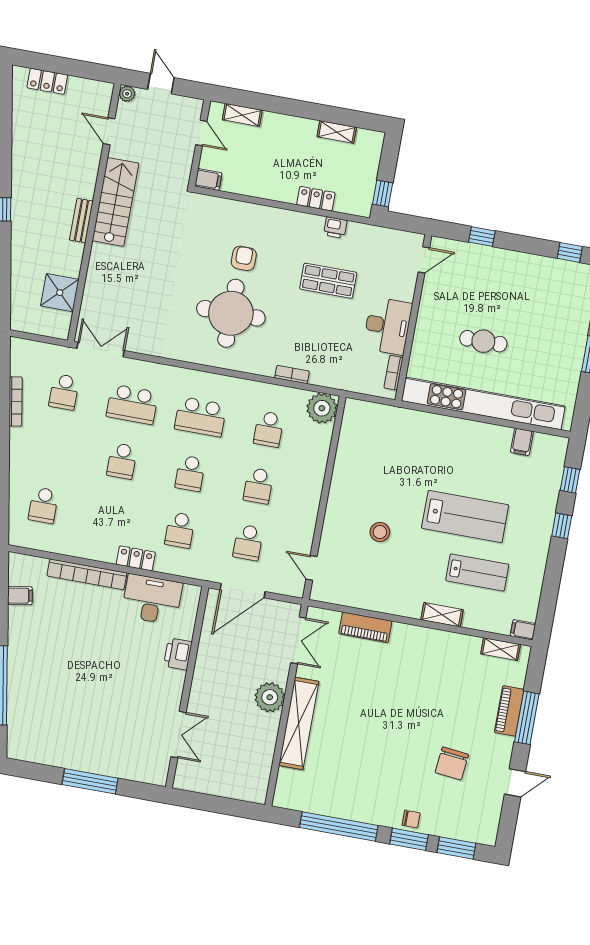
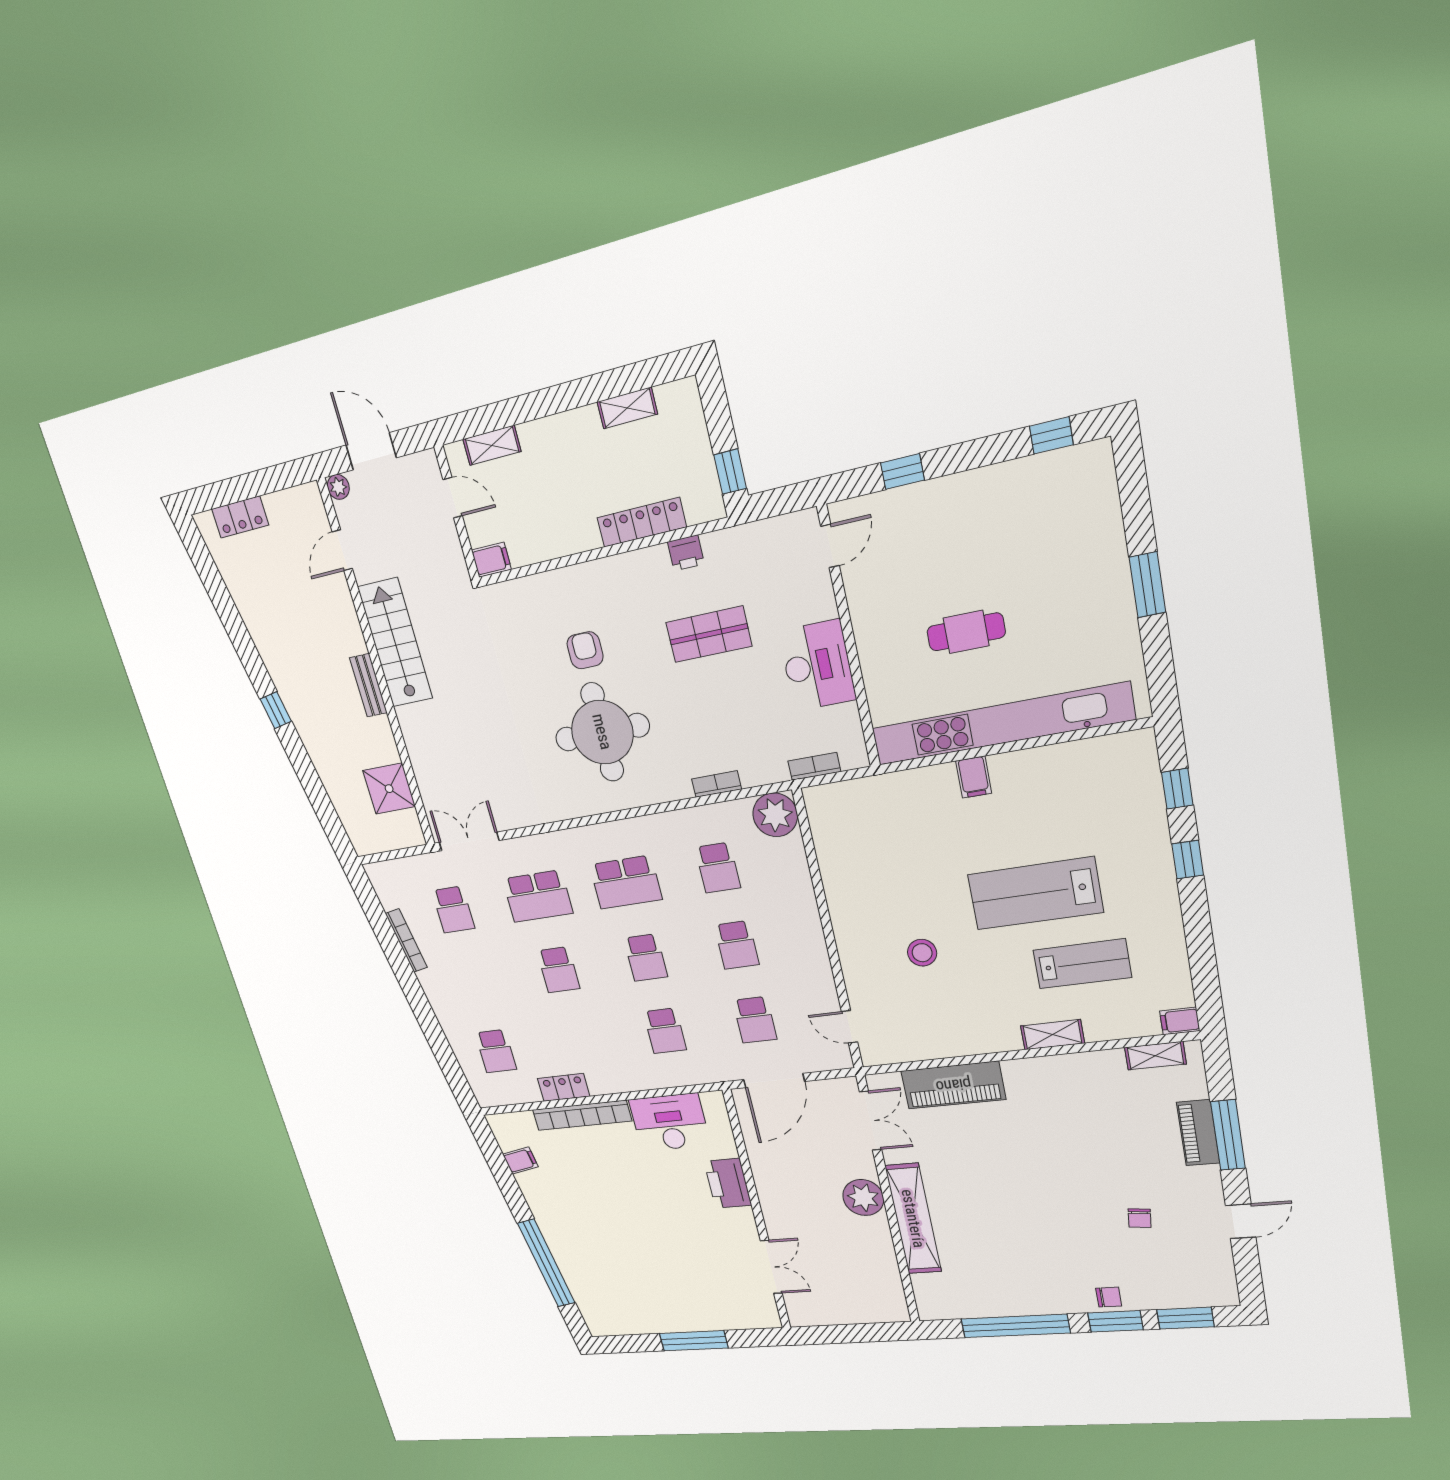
door: (161, 84) -> (371, 451), width x1.37
door: (109, 131) -> (342, 550), hinge flipped
locker: (316, 199) -> (642, 522), width x1.53
bookcase: (393, 373) -> (814, 766), moved, turned 90
filing cabinet: (522, 442) -> (974, 777), moved
lab bench: (465, 517) -> (1035, 894), turned 180
locker: (136, 558) -> (564, 1087), moved
piano: (365, 627) -> (953, 1085), width x1.37, depth x1.33
printer: (178, 654) -> (728, 1183), width x1.37, depth x1.19
chair: (452, 763) -> (1140, 1218), width x0.54, depth x0.54

